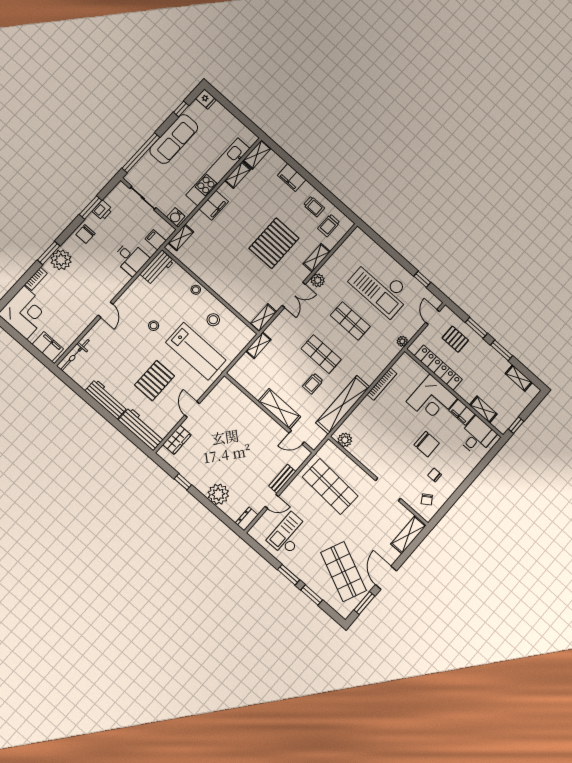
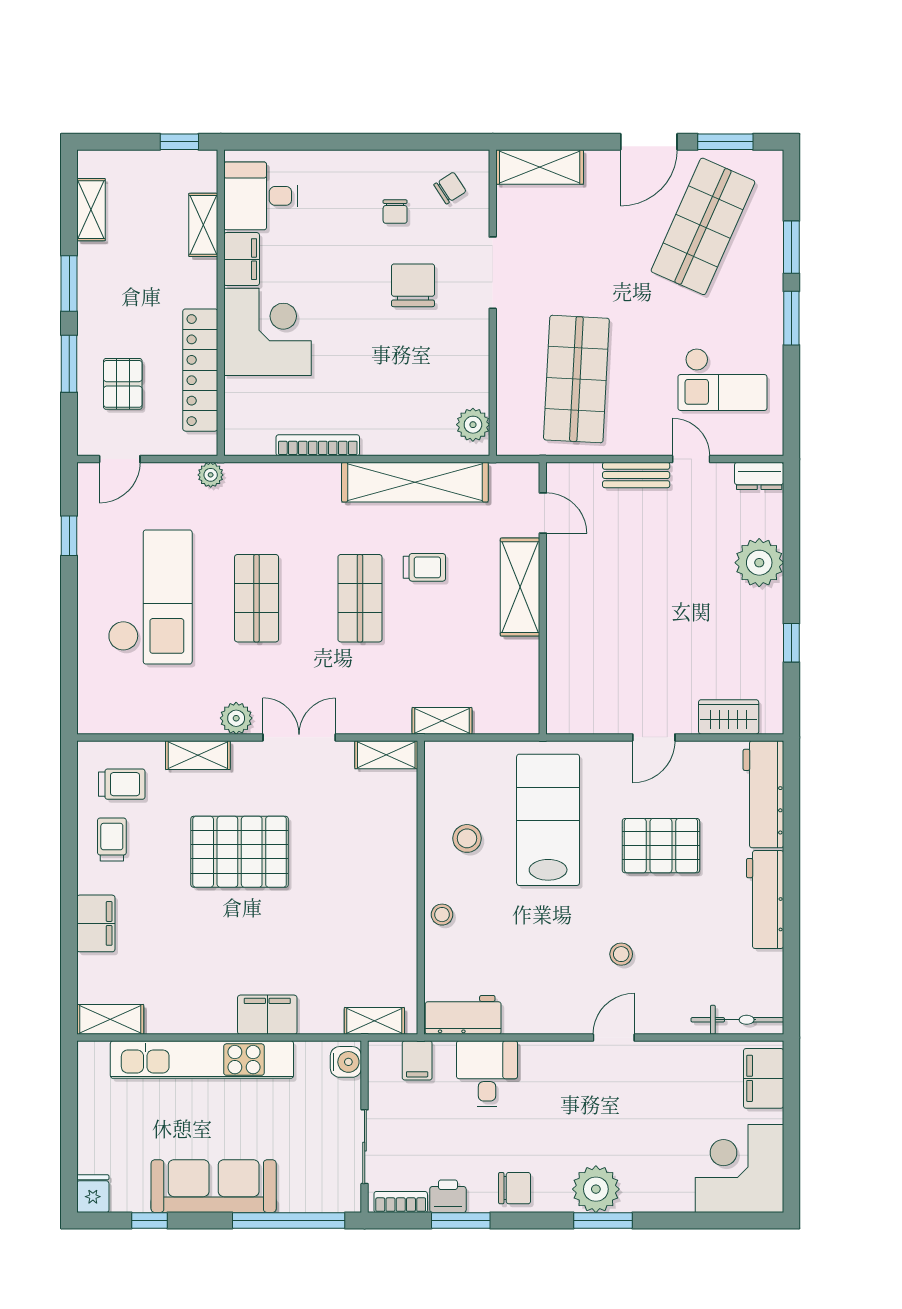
shelving: (238, 175) -> (177, 1021), removed
bookcase: (36, 279) -> (401, 1202), moved
stool: (154, 326) -> (621, 954), moved
chair: (427, 444) -> (413, 285), moved

